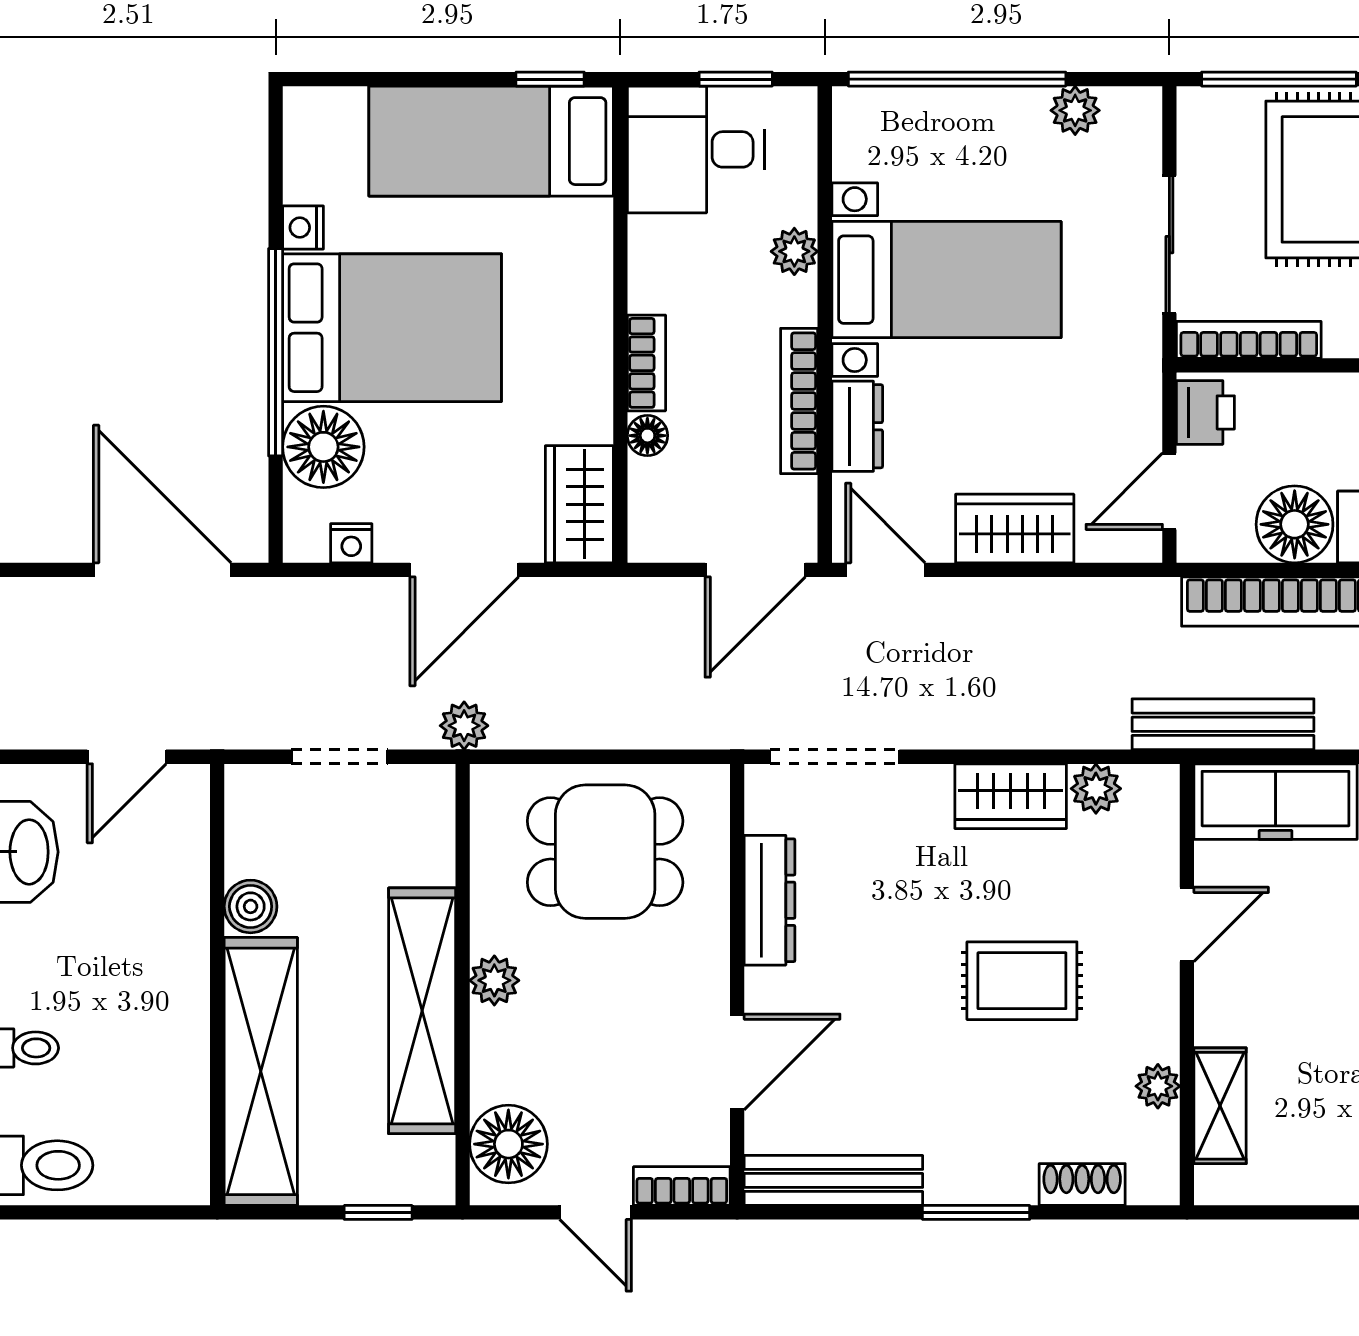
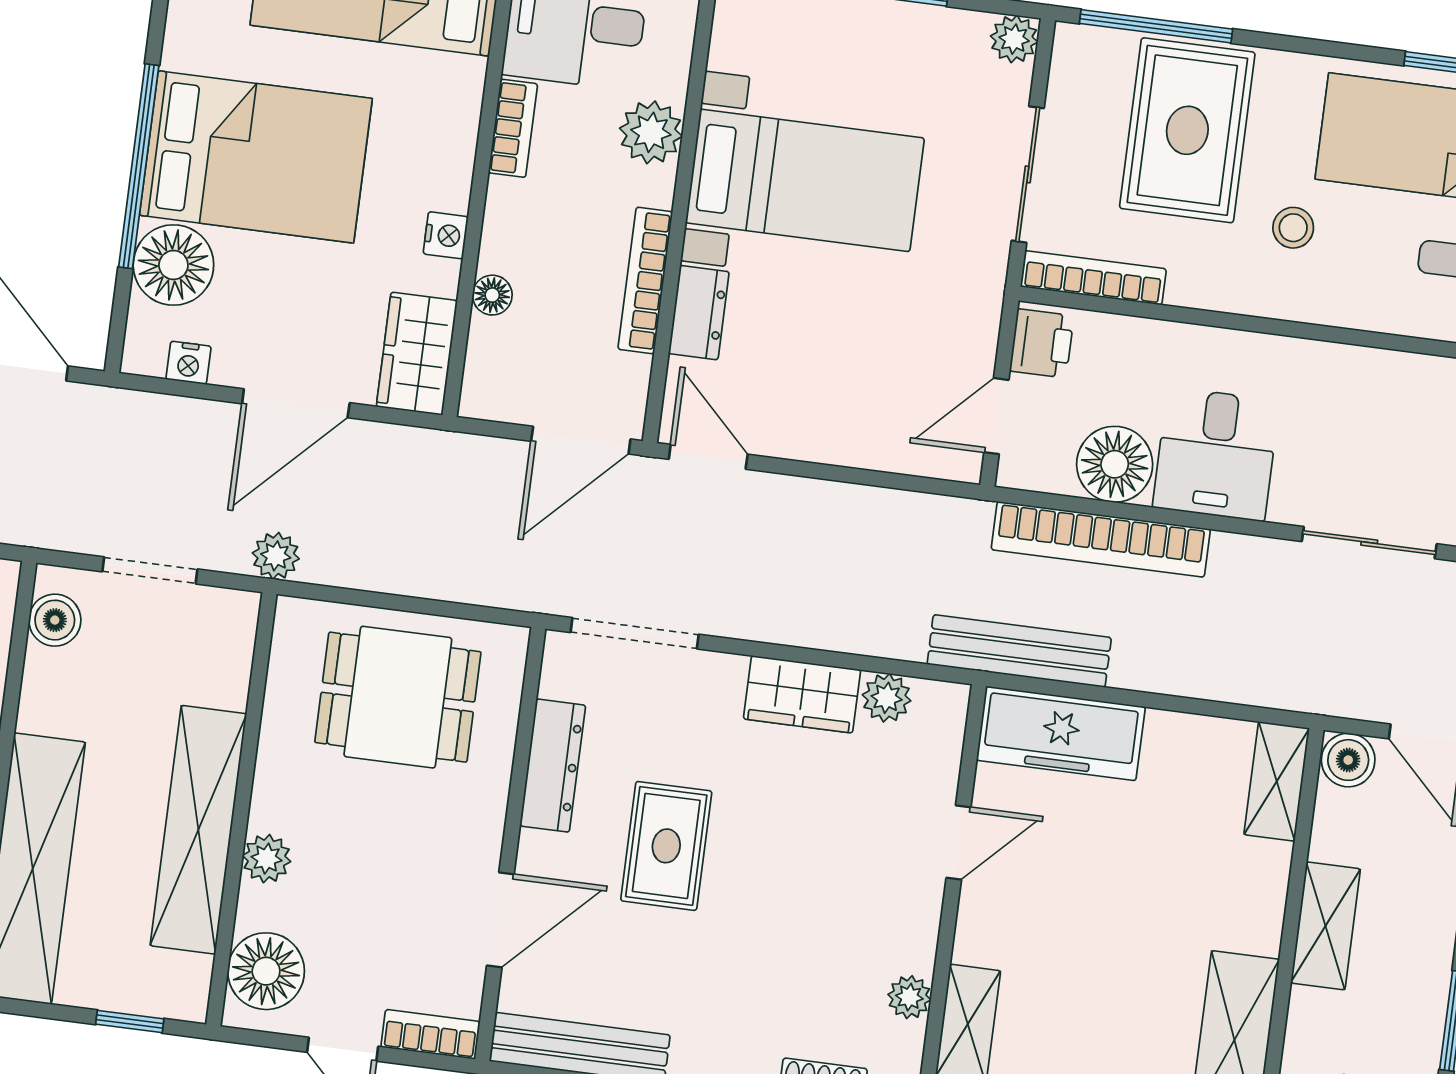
plant: (1075, 110) -> (1014, 39), moved
nightstand: (303, 228) -> (446, 235), moved, turned 180
plant: (794, 251) -> (651, 132), width x1.38, depth x1.38
bookcase: (646, 363) -> (513, 128), moved
wardrobe: (1015, 528) -> (840, 433), removed
boiler: (251, 906) -> (55, 620), moved
plant: (494, 980) -> (267, 859), moved
rug: (1022, 981) -> (666, 846), moved, turned 90

